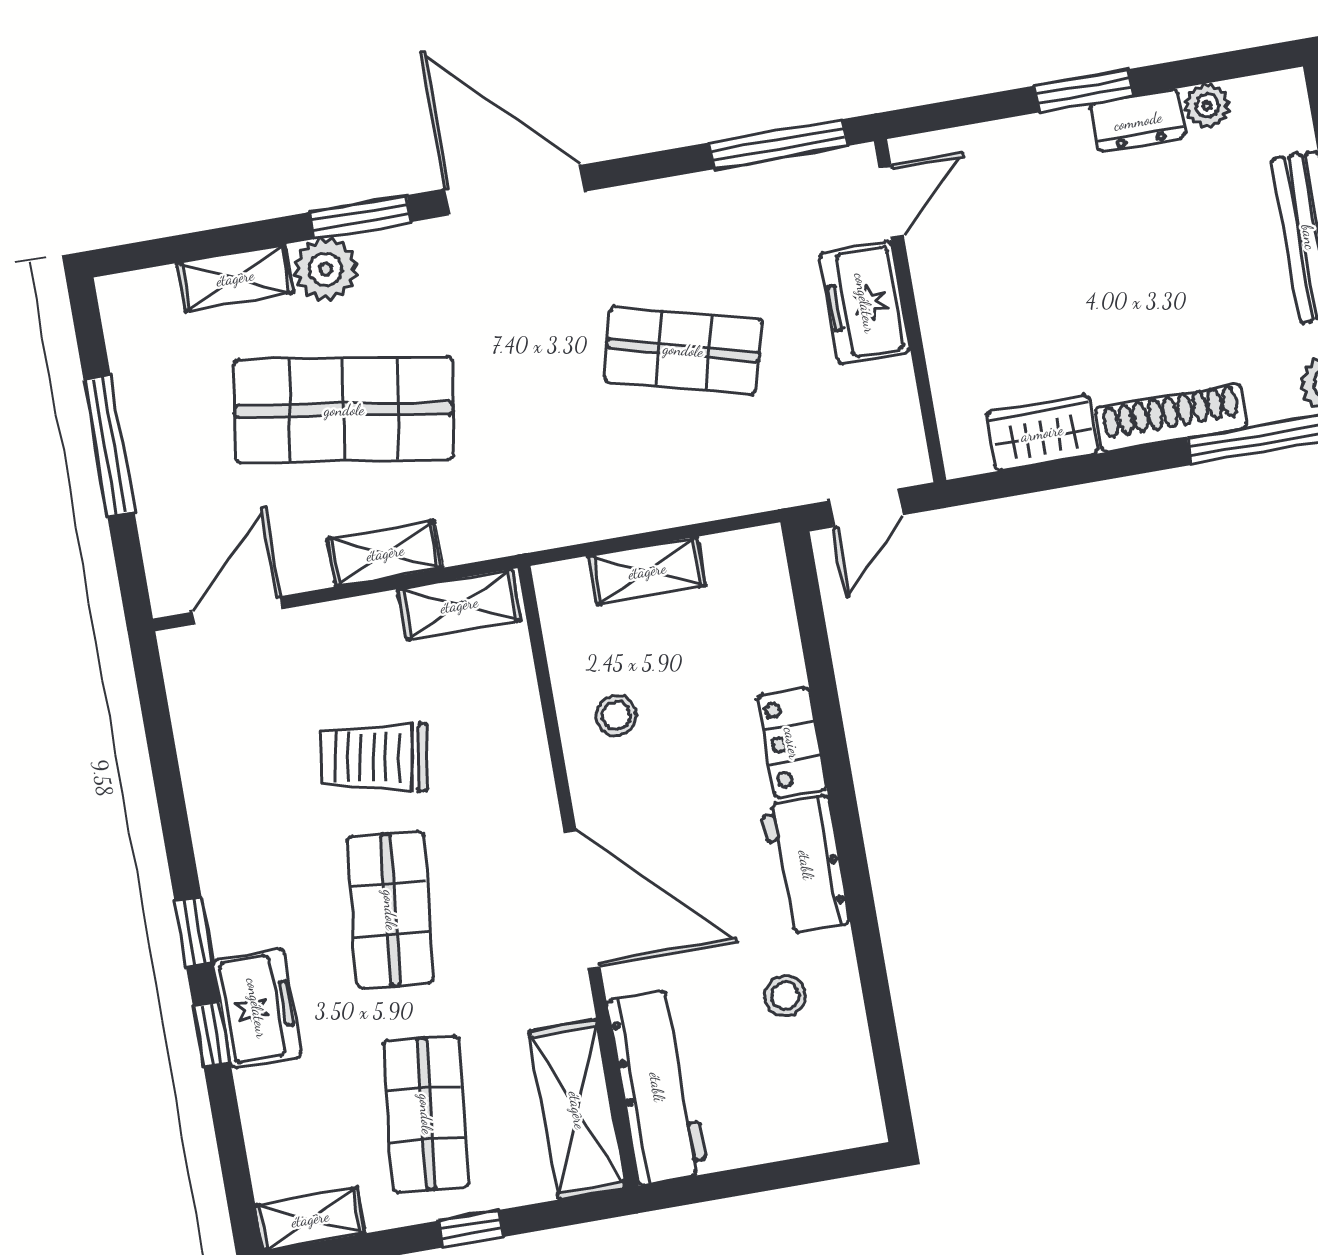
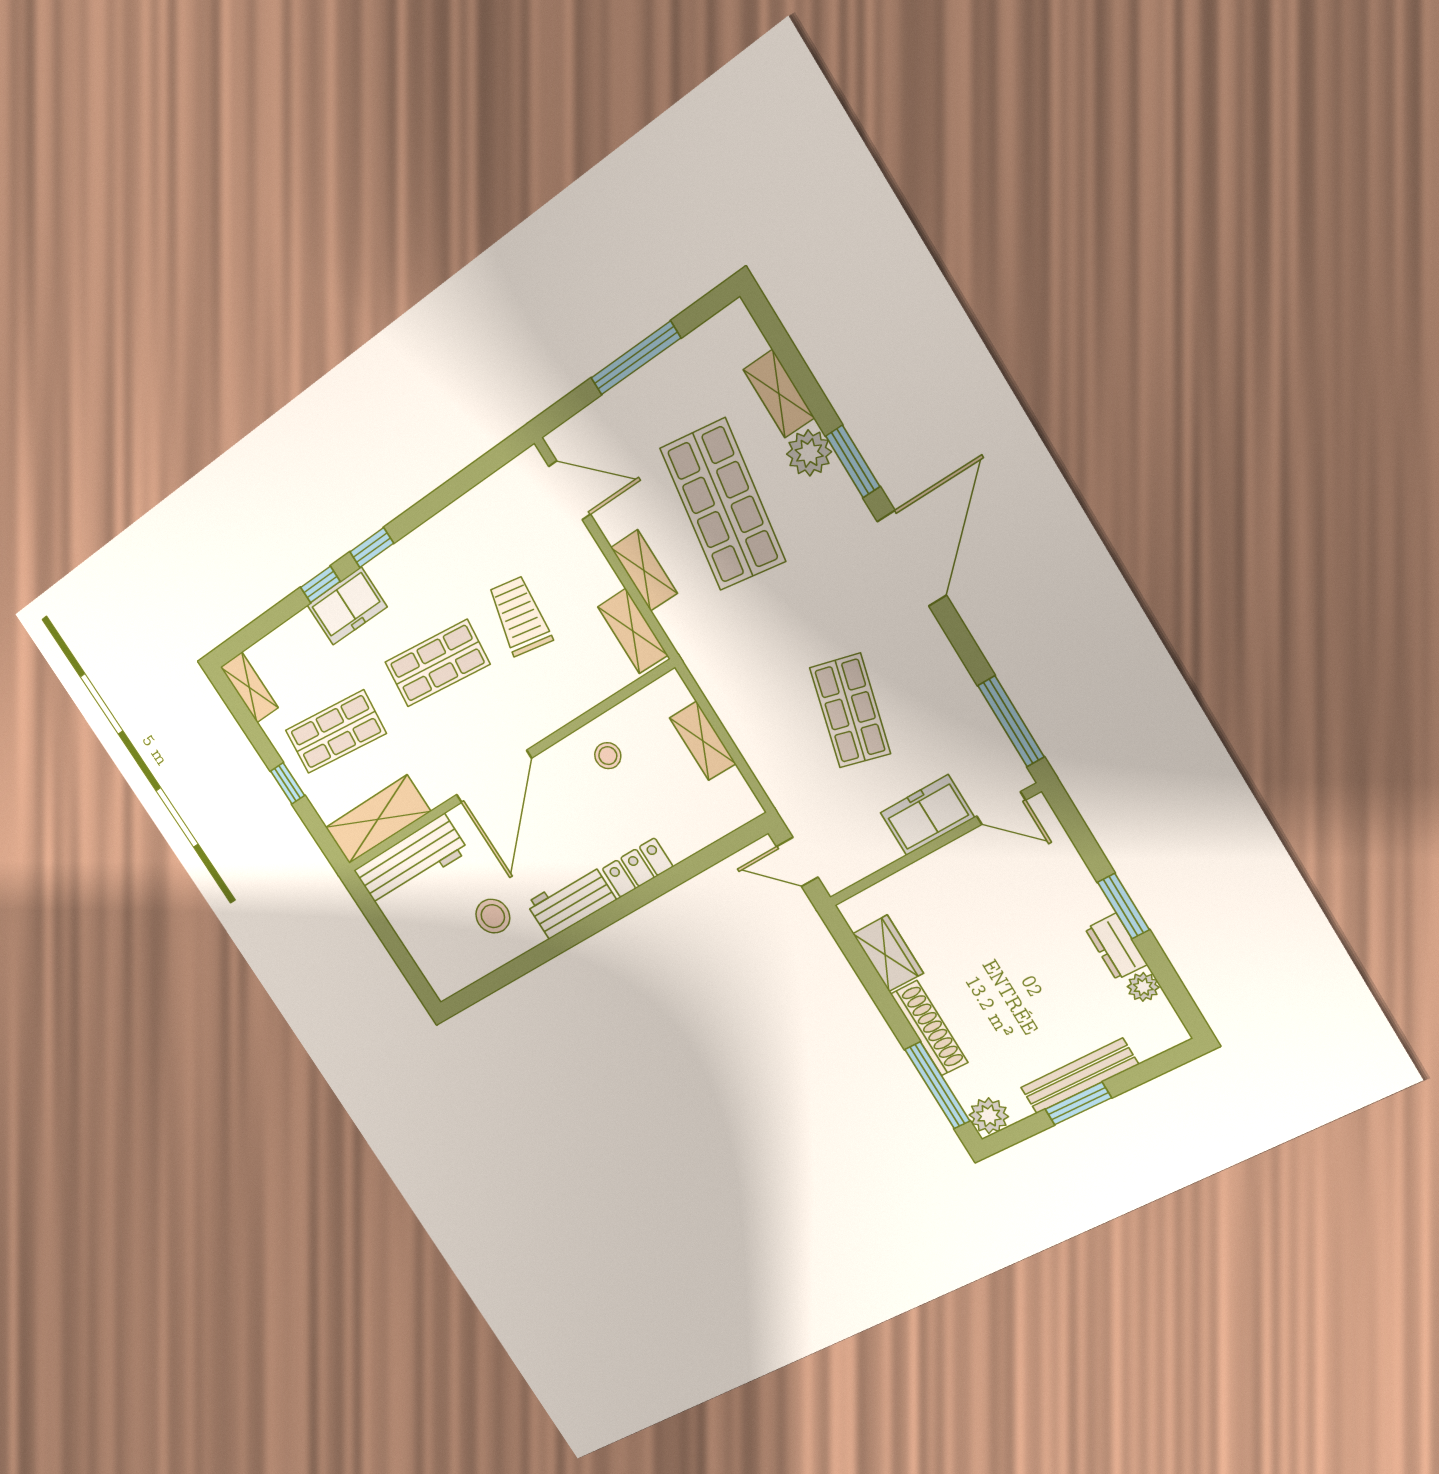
stool: (785, 996) -> (493, 916), width x1.37, depth x1.37

